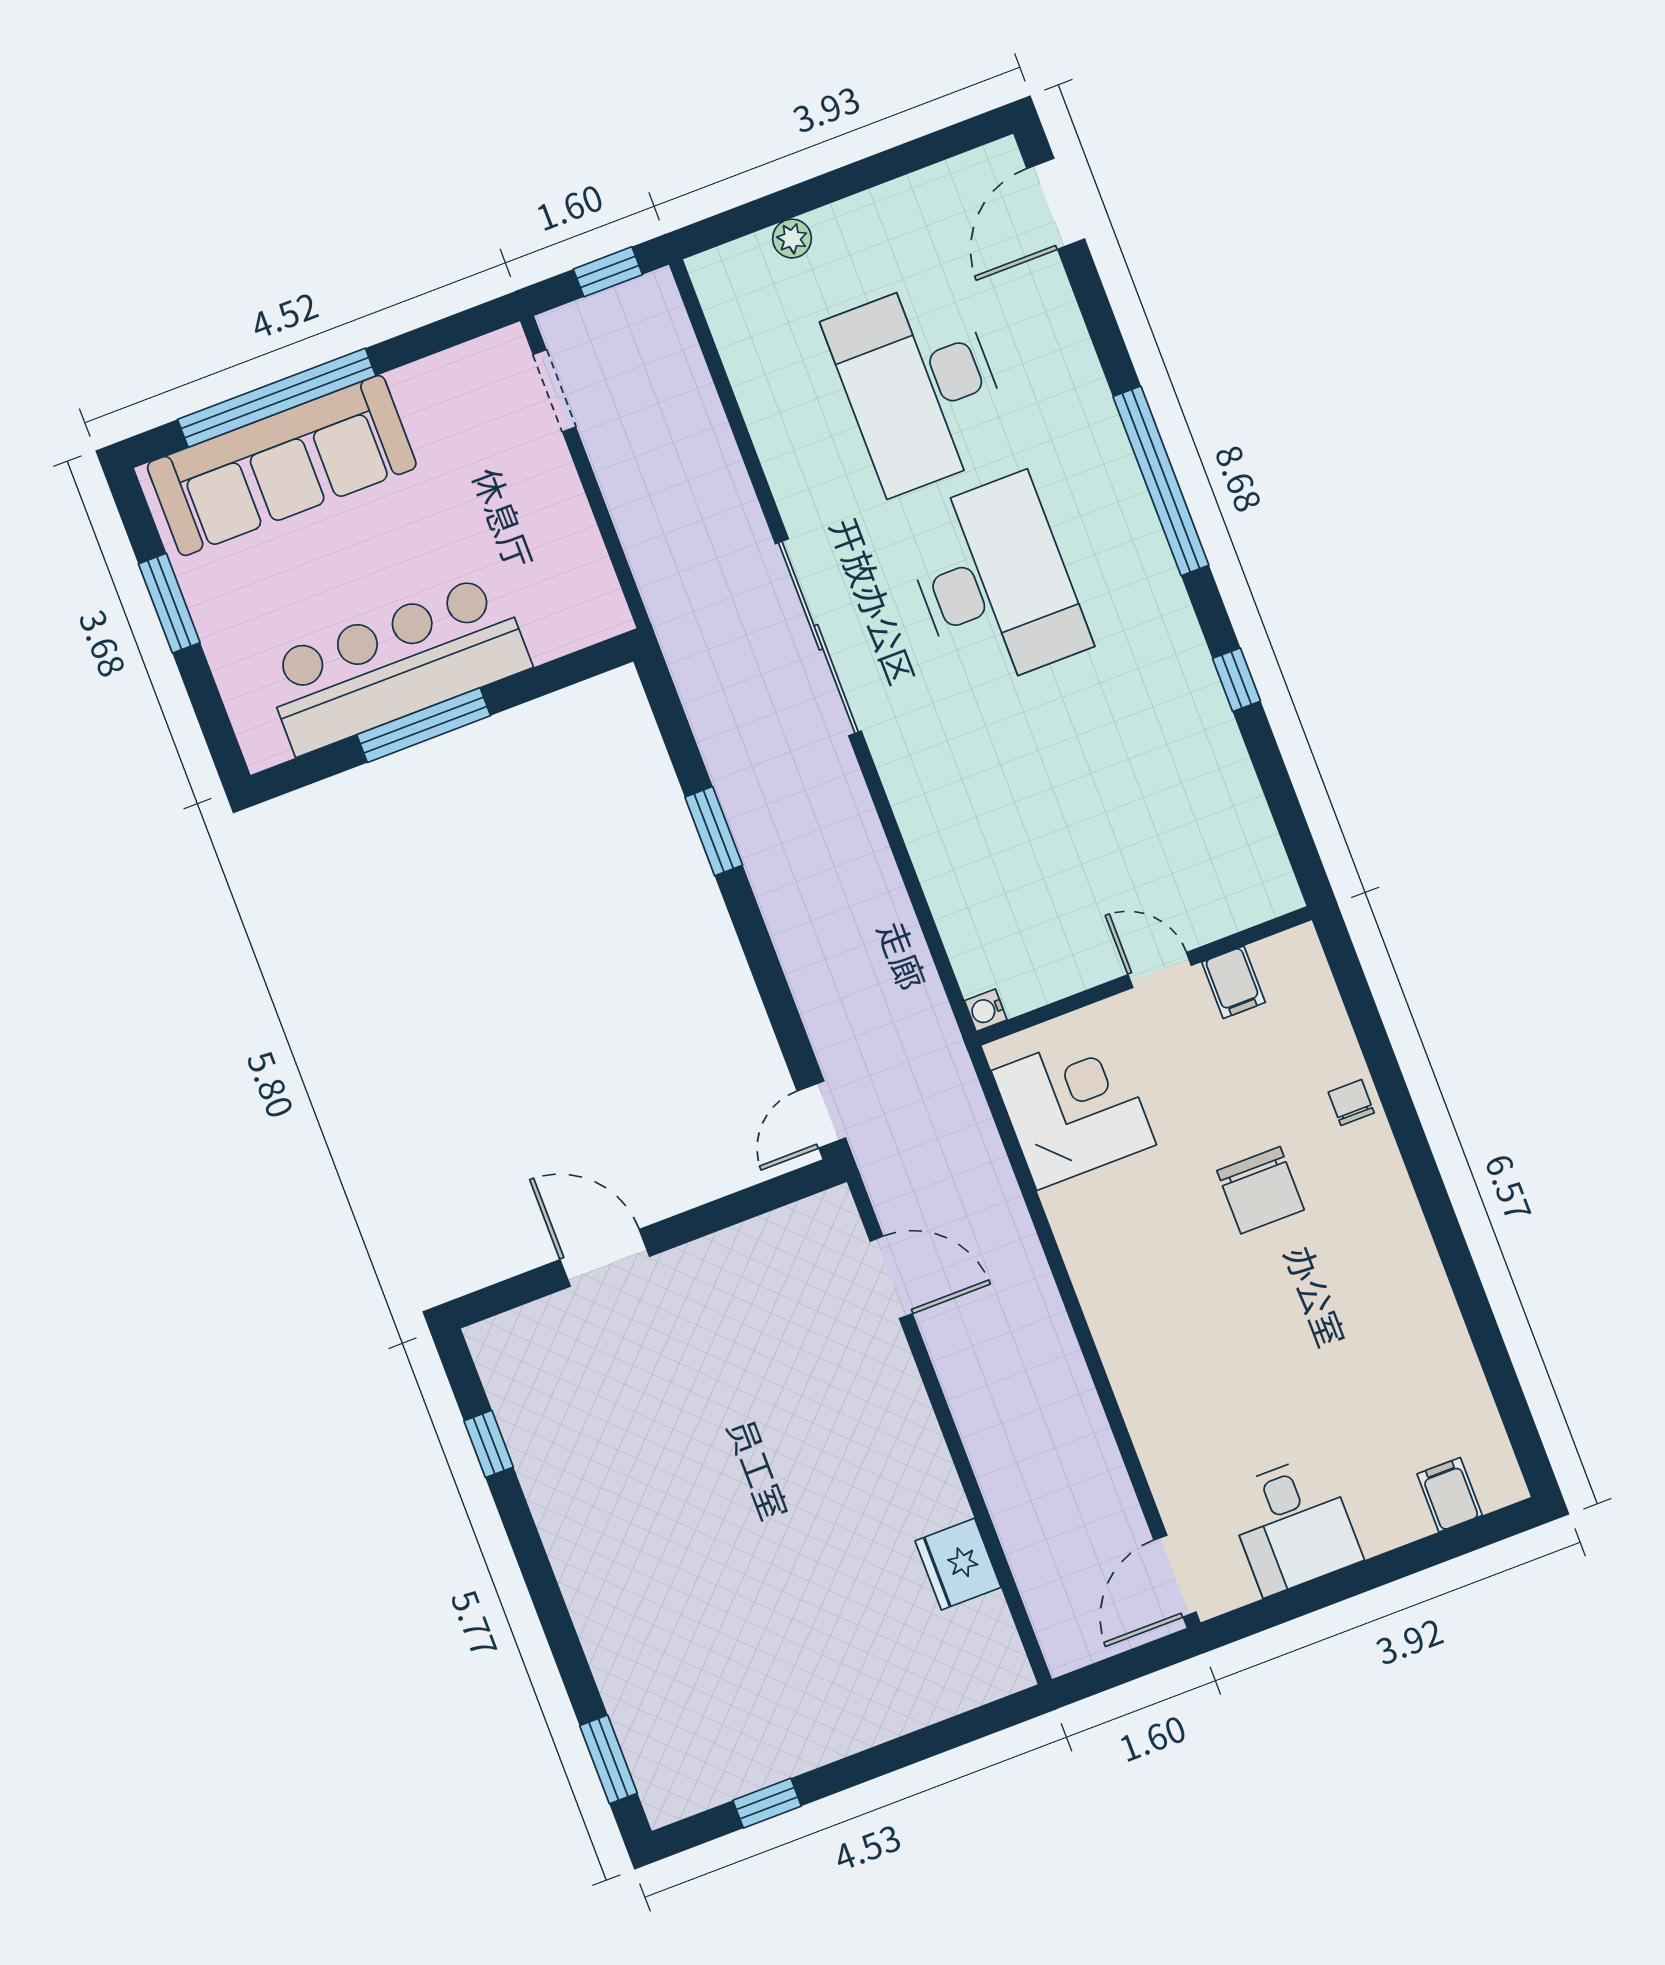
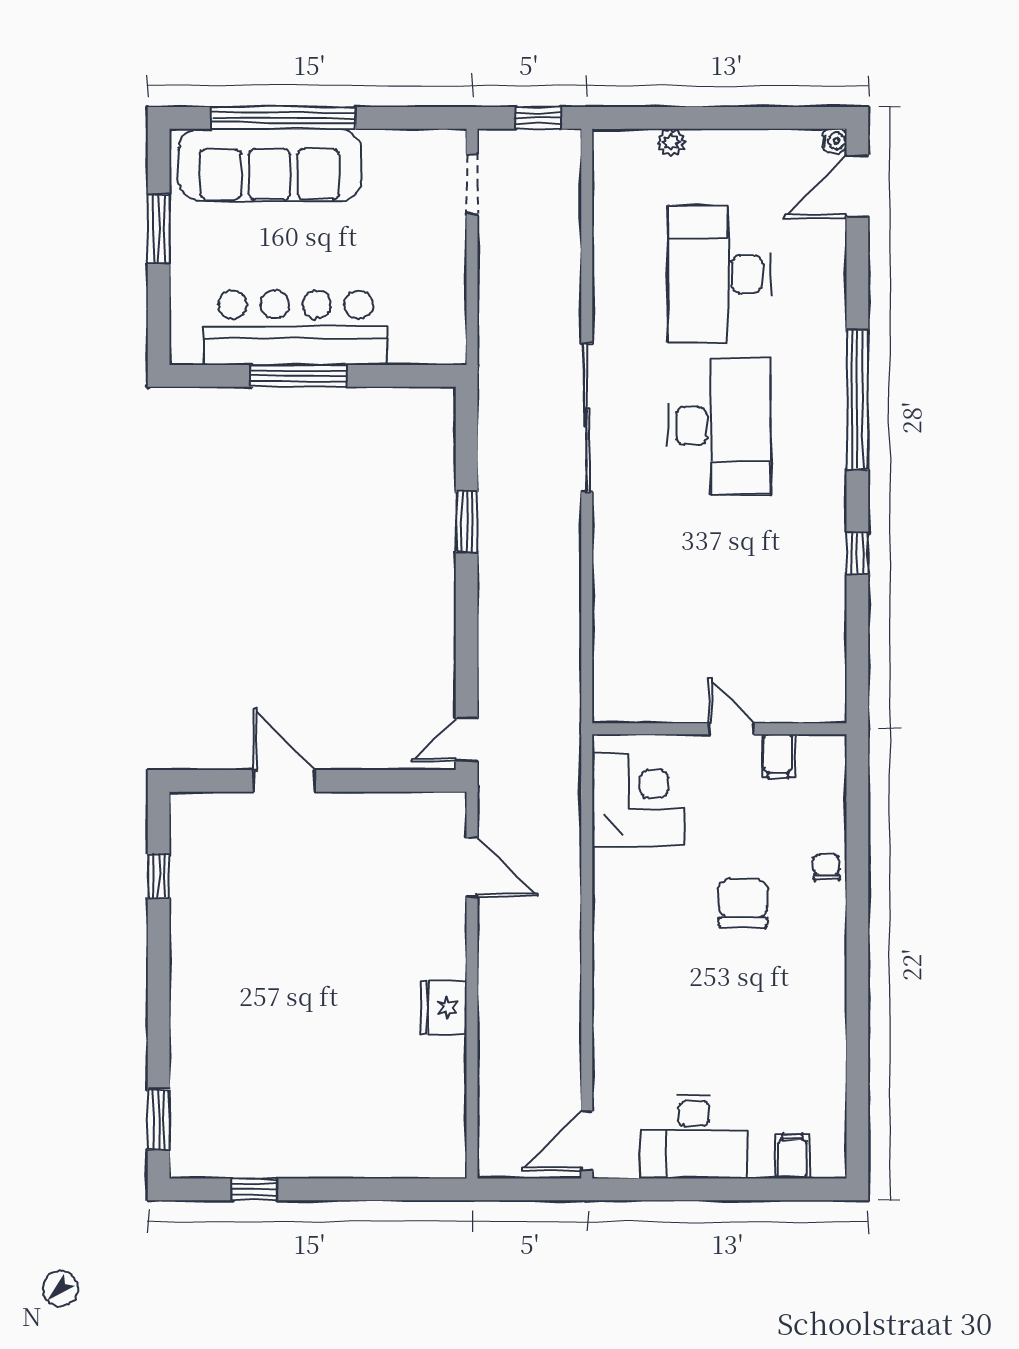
water cooler: (986, 1010) -> (835, 141), moved, turned 180
chair: (1260, 1190) -> (743, 903), turned 180
desk: (1293, 1525) -> (694, 1136), width x1.37
fridge: (958, 1564) -> (444, 1007), moved

